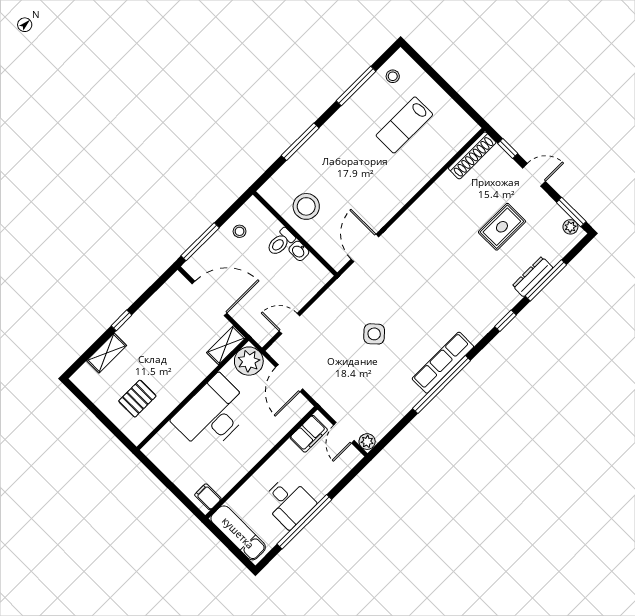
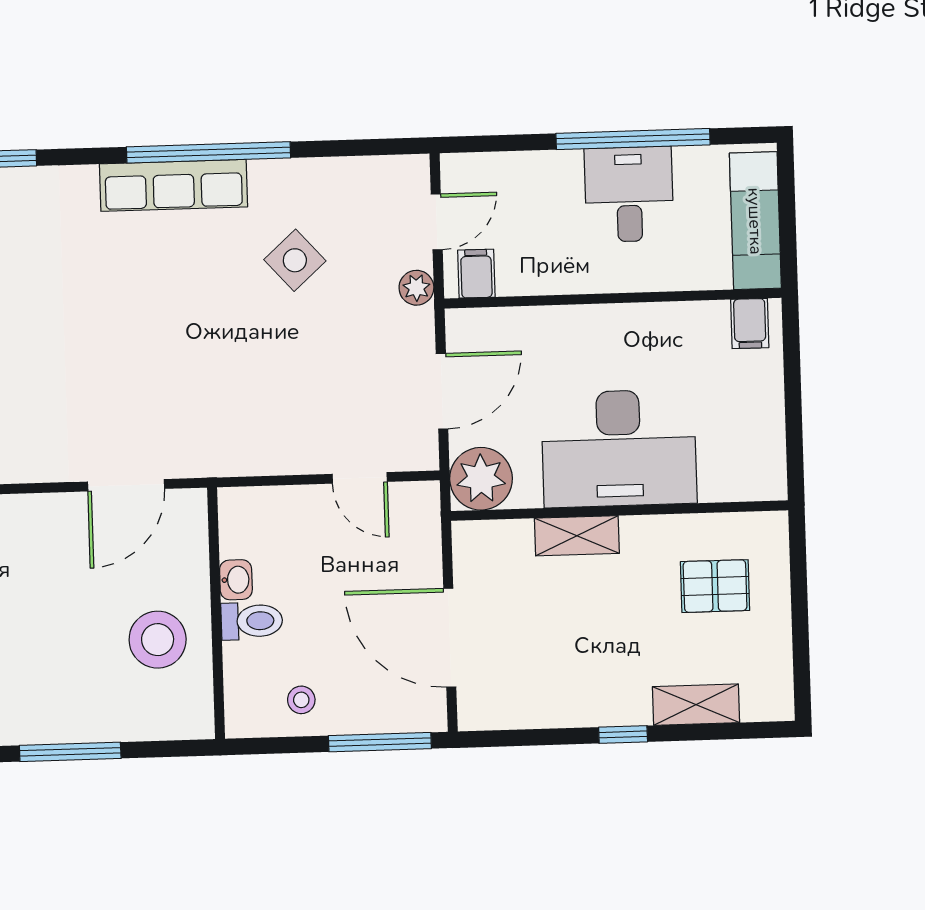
side table: (374, 334) -> (295, 260), moved
shelving: (226, 345) -> (577, 536), moved
filing cabinet: (309, 434) -> (476, 274), width x0.50
plant: (367, 442) -> (416, 288), moved

